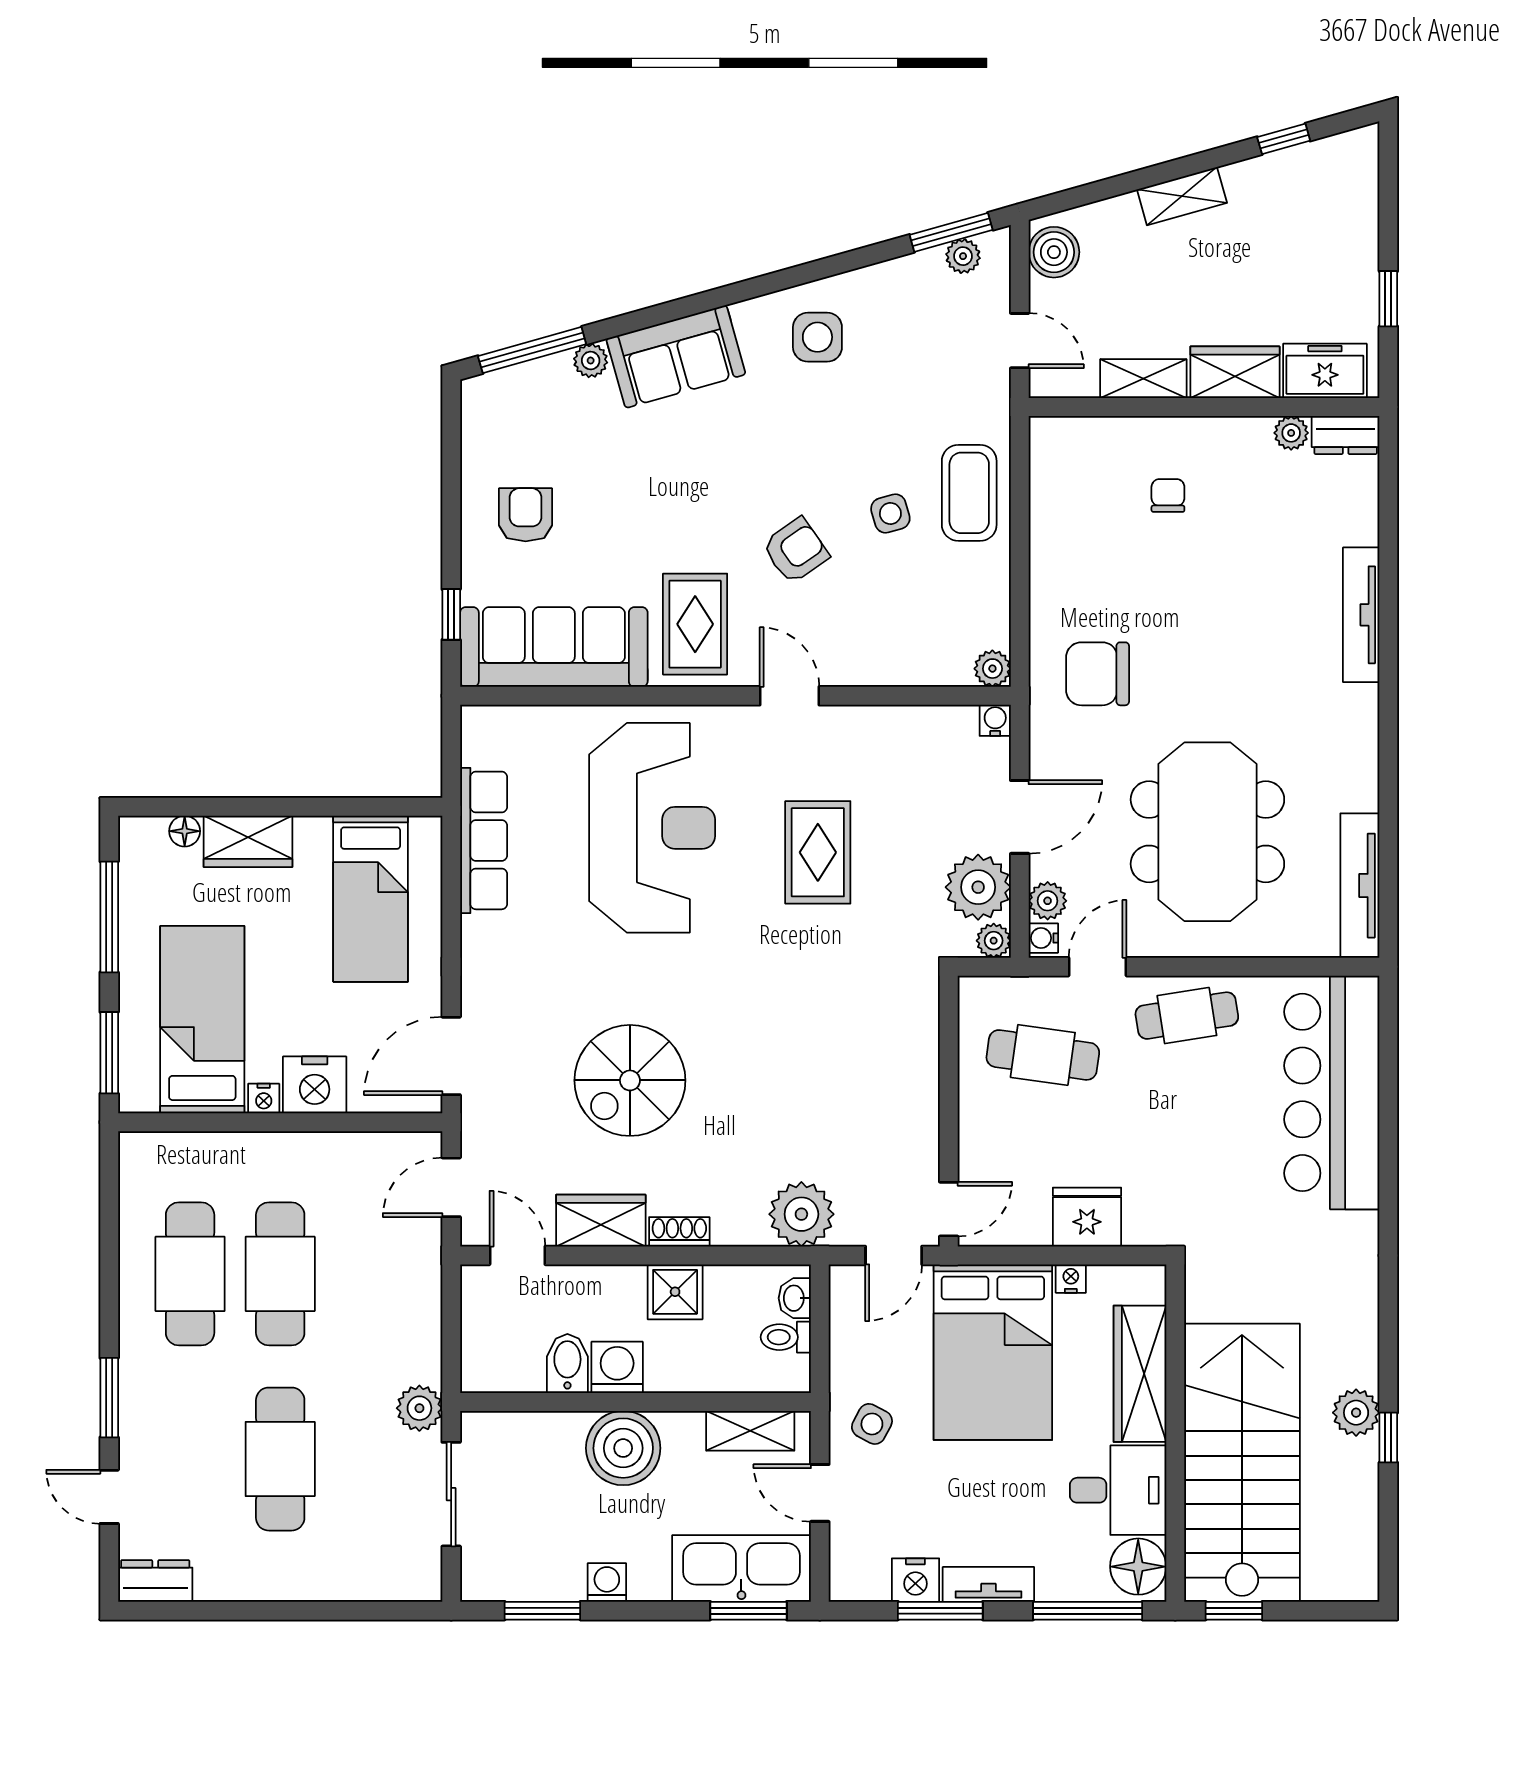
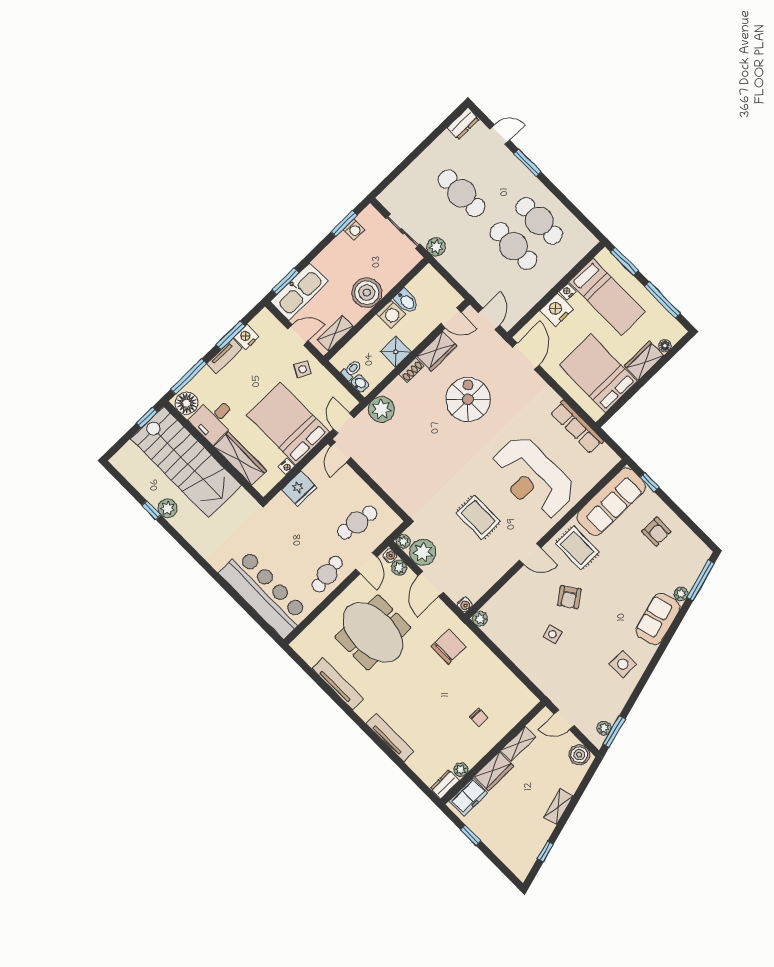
coffee table: (969, 493) -> (536, 662), removed
tv unit: (1360, 886) -> (338, 684), moved
bed: (371, 899) -> (598, 373), width x1.50
washing machine: (607, 1583) -> (354, 230), moved

